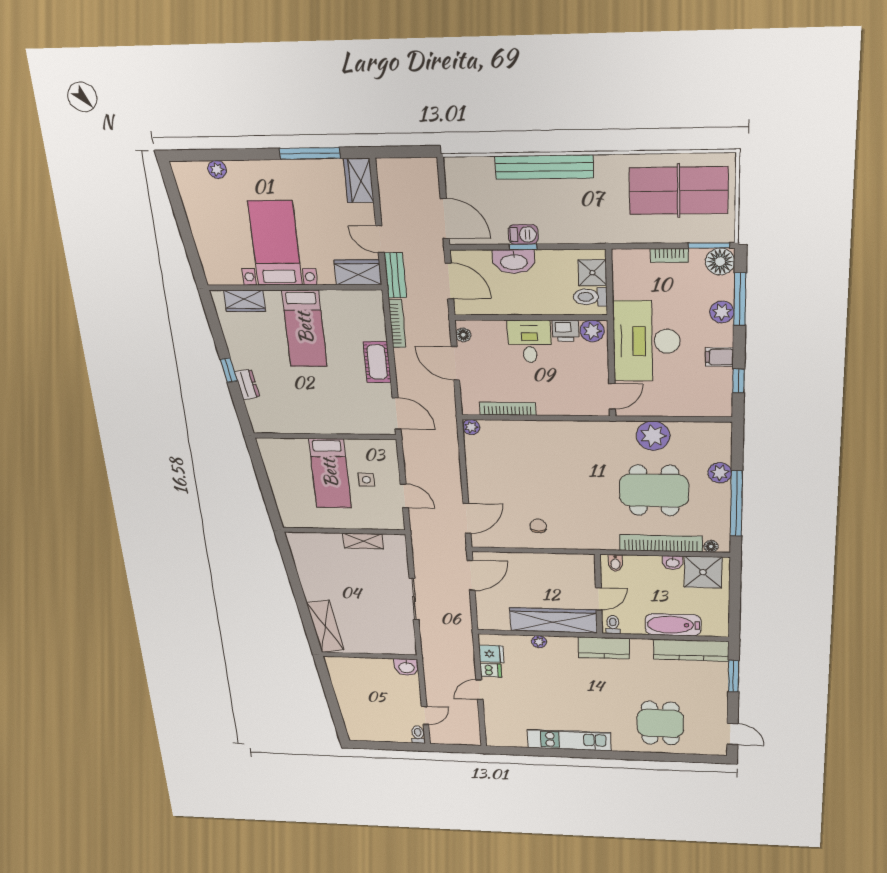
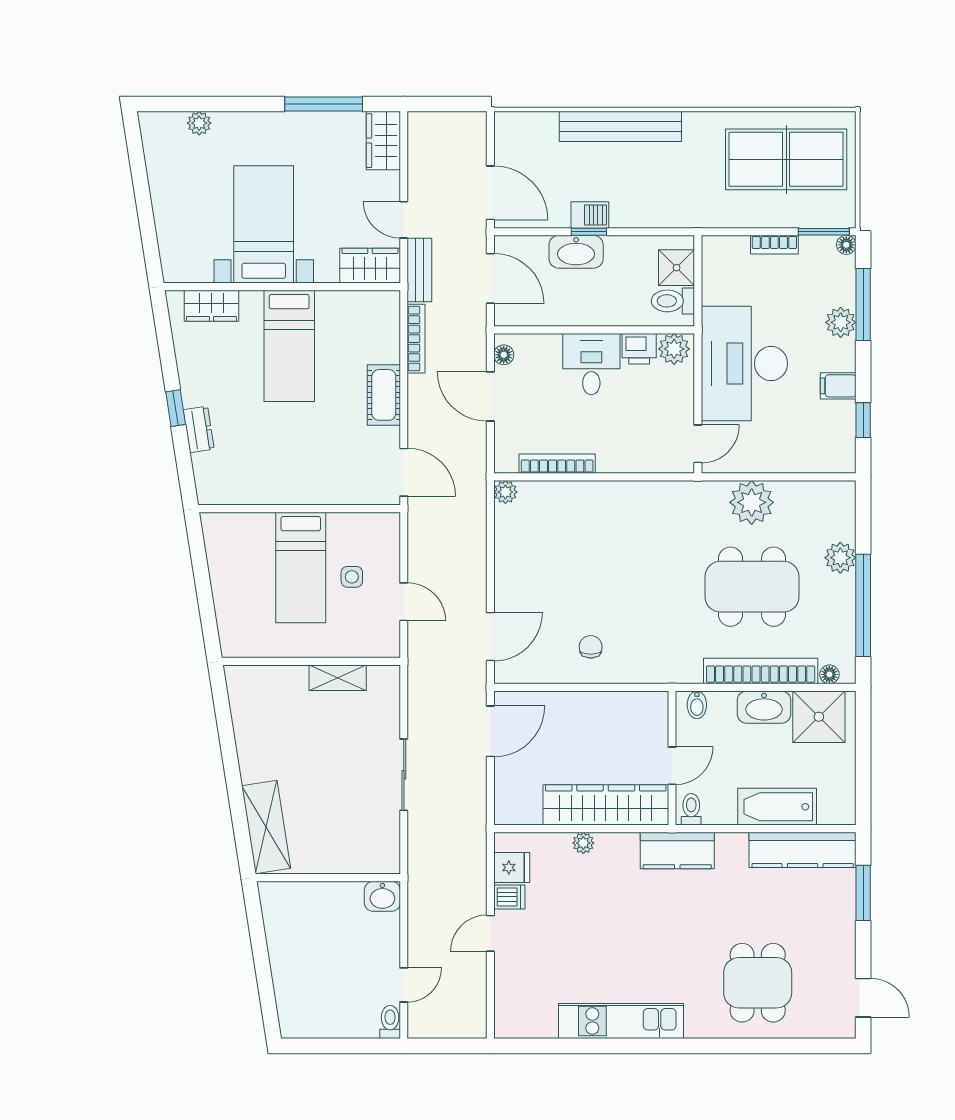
floor lamp: (720, 262) -> (846, 245), width x0.53, depth x0.53
washbasin: (673, 563) -> (764, 707), width x1.91, depth x1.45

